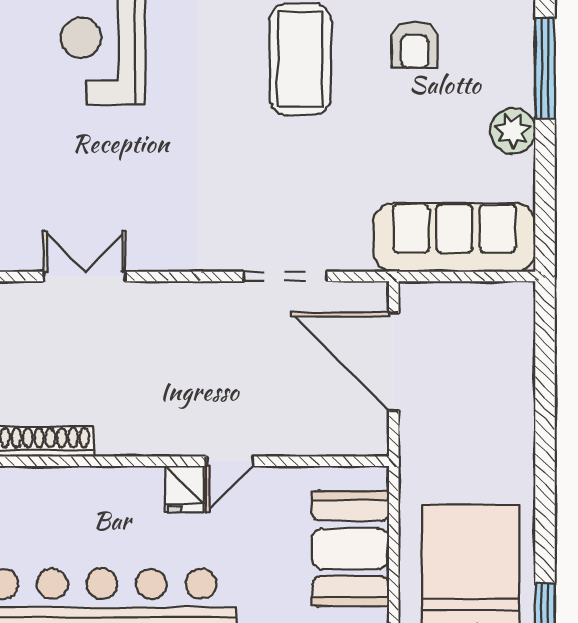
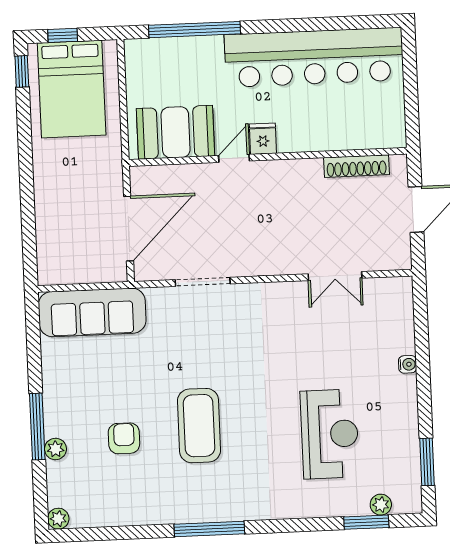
plant: (513, 131) -> (55, 449), moved, width x0.73, depth x0.73
door: (394, 362) -> (129, 229), hinge flipped
booth: (350, 549) -> (176, 132), moved, turned 90

